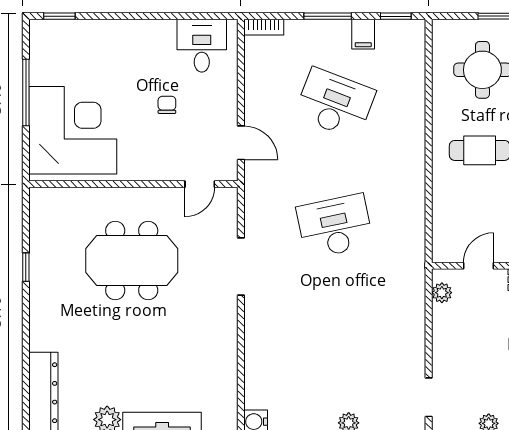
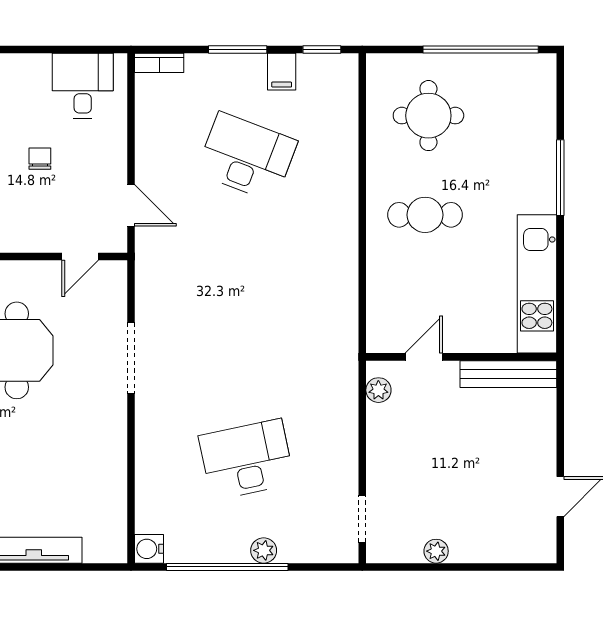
desk: (335, 226) -> (247, 460), moved

